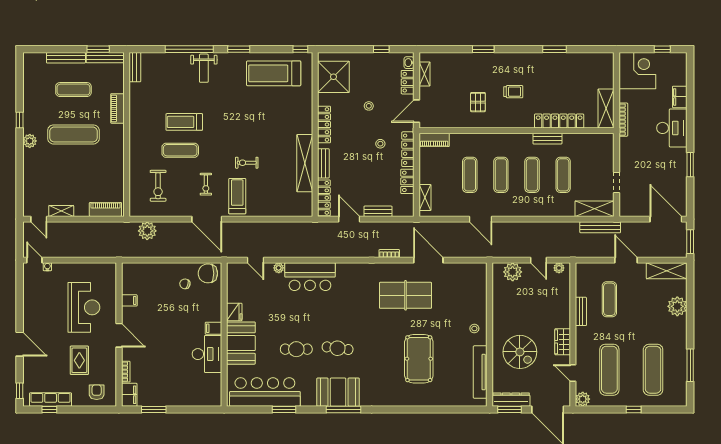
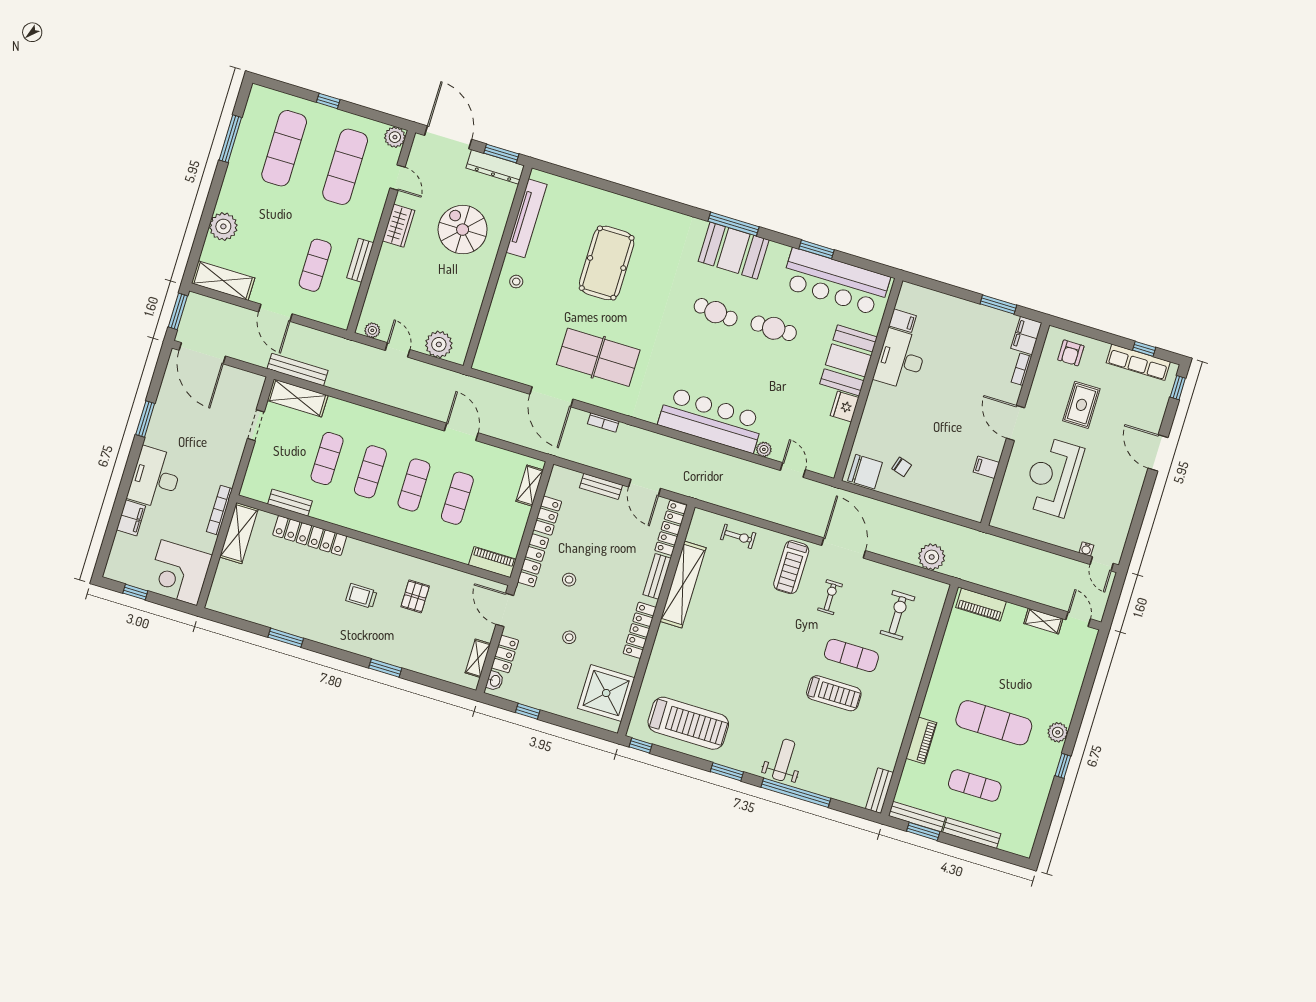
door: (416, 111) -> (505, 610), swing flipped
bench: (547, 139) -> (290, 503), moved
exercise bike: (247, 163) -> (738, 536), moved
bar counter: (310, 277) -> (711, 420), width x1.36
filing cabinet: (213, 328) -> (902, 321), moved

